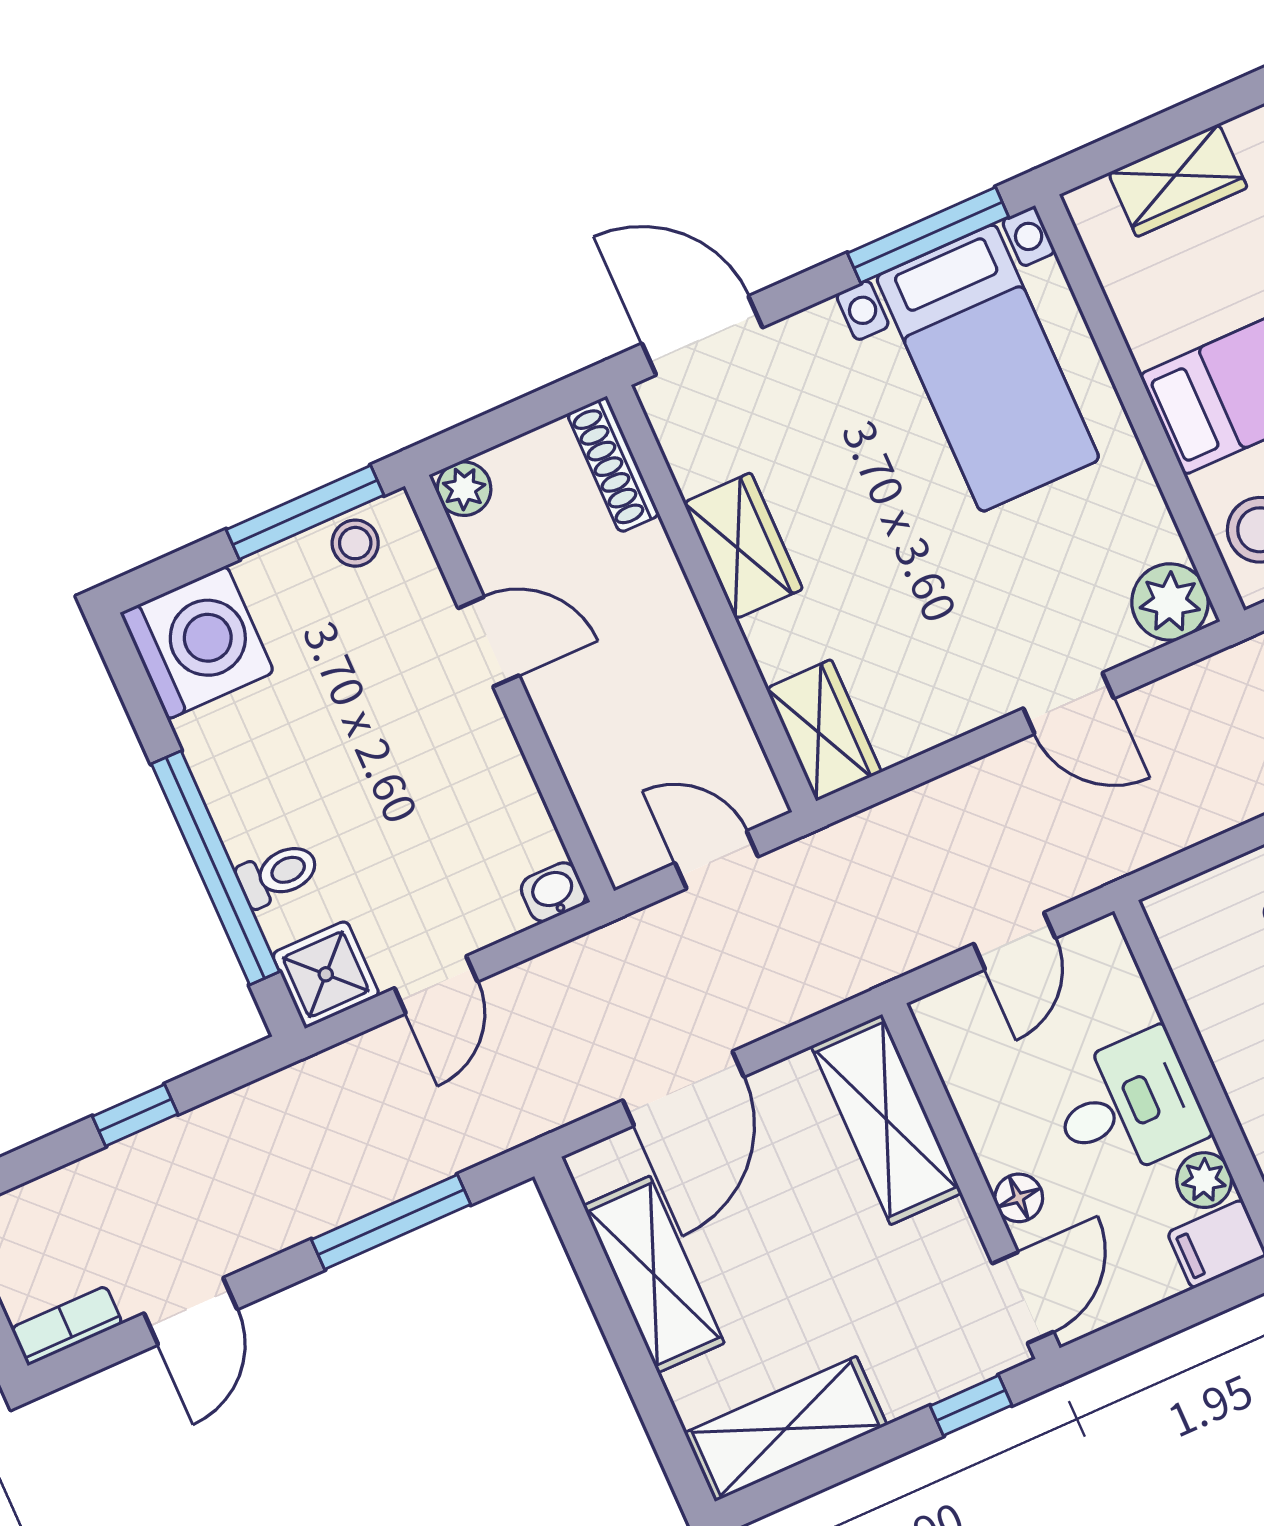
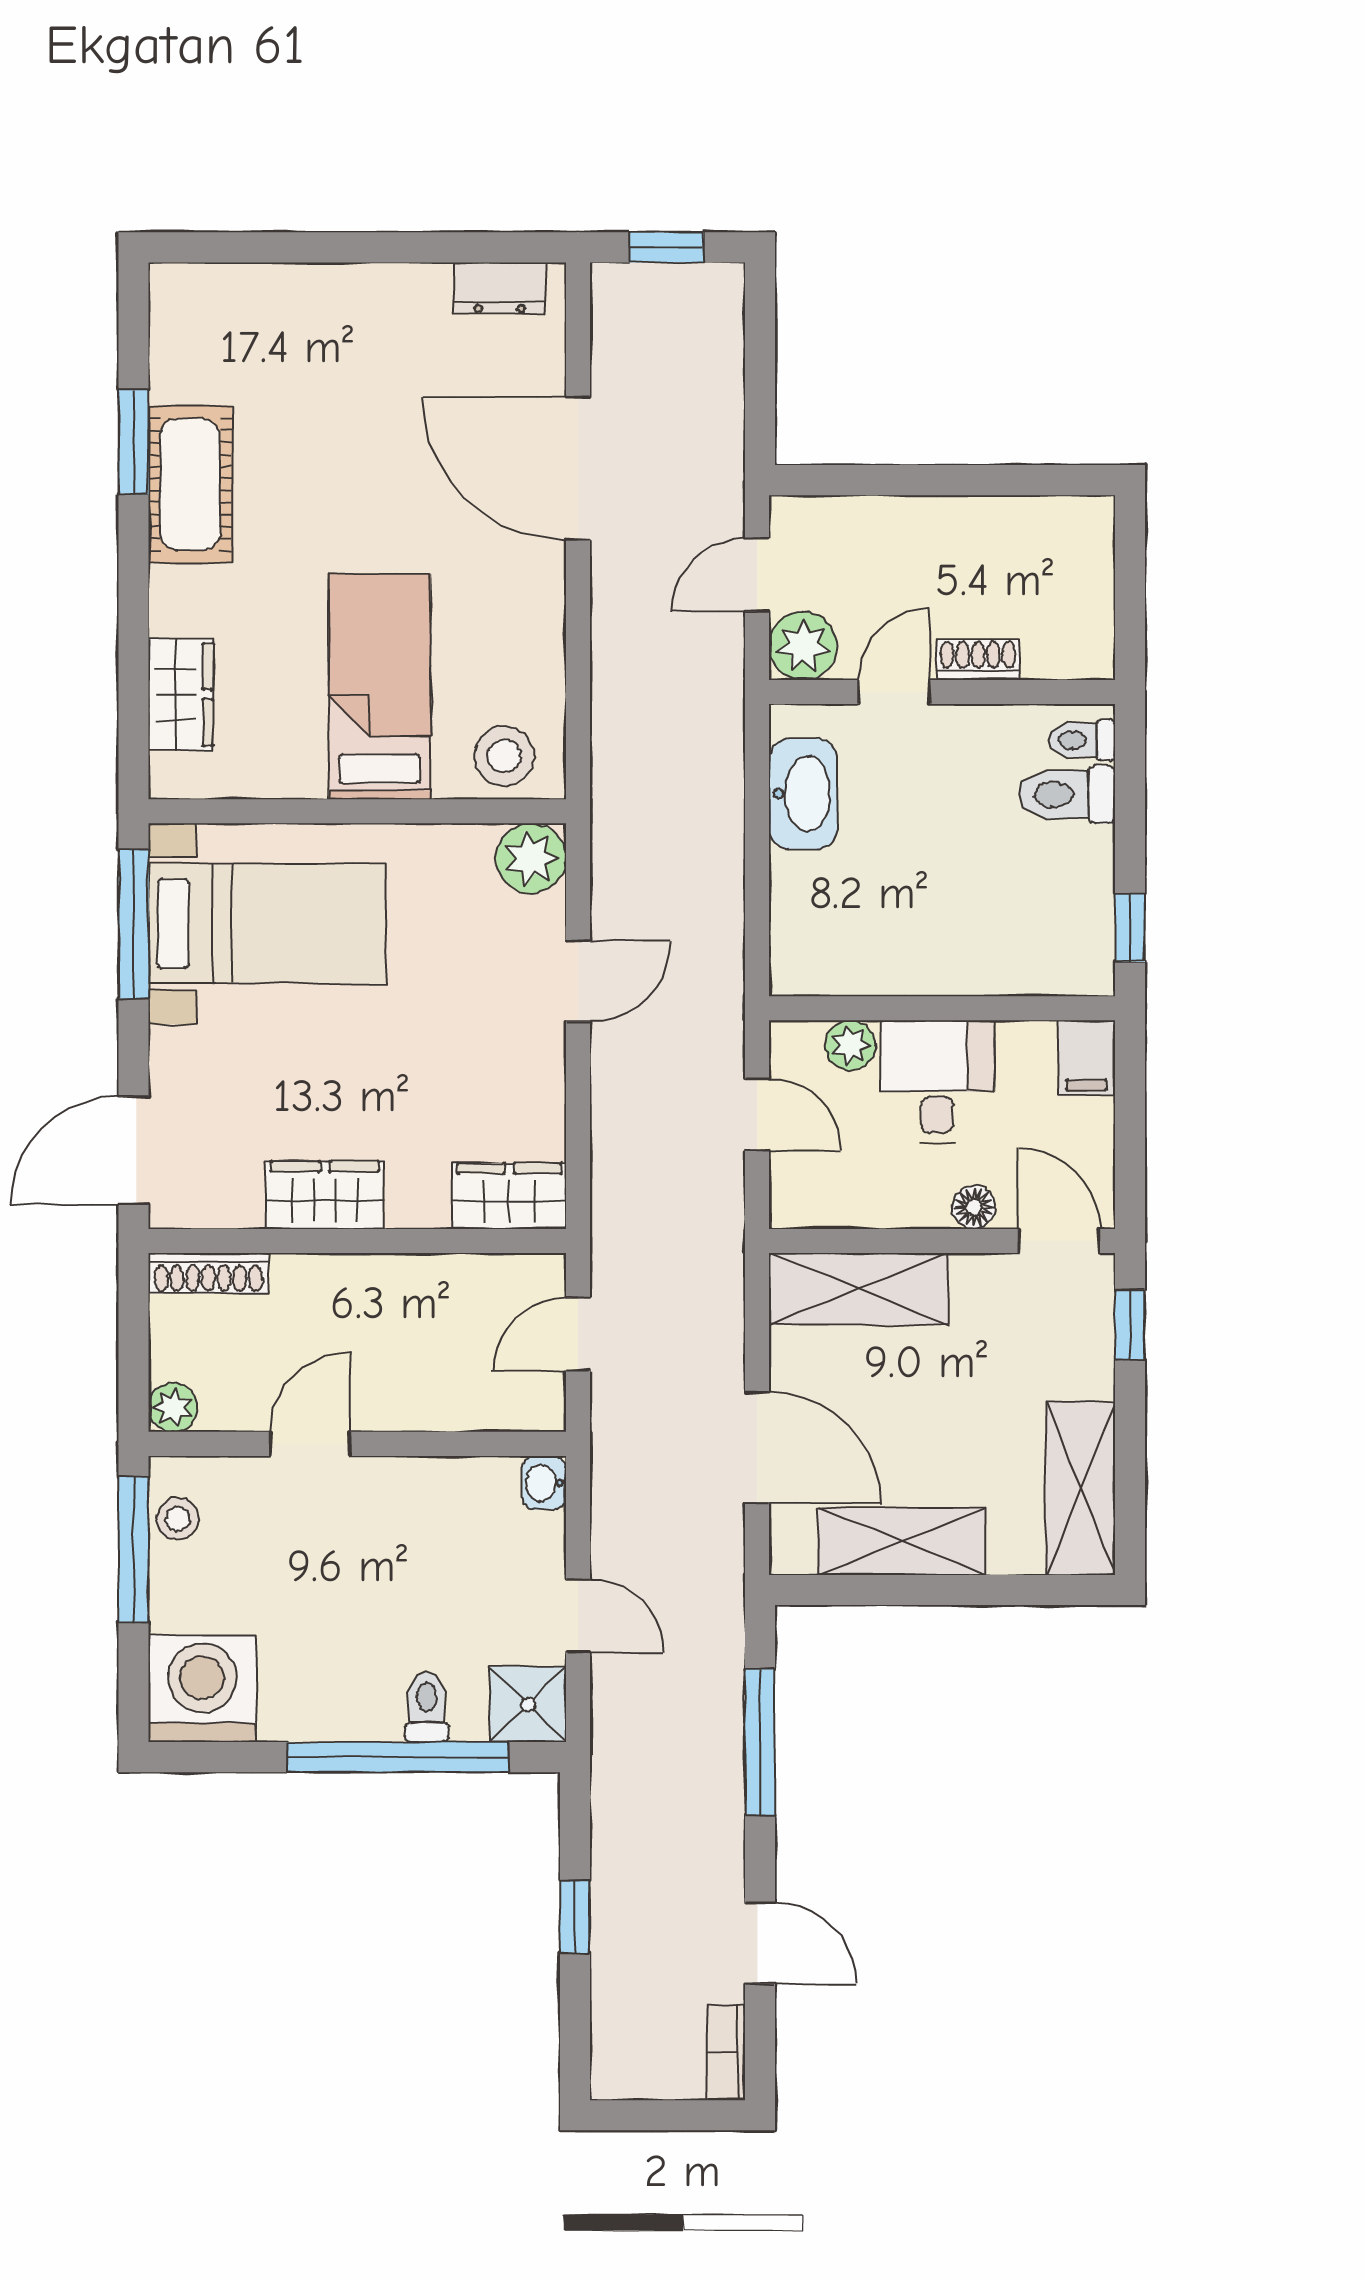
plant: (1204, 1180) -> (850, 1045), moved

